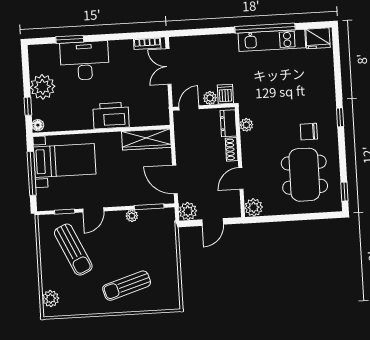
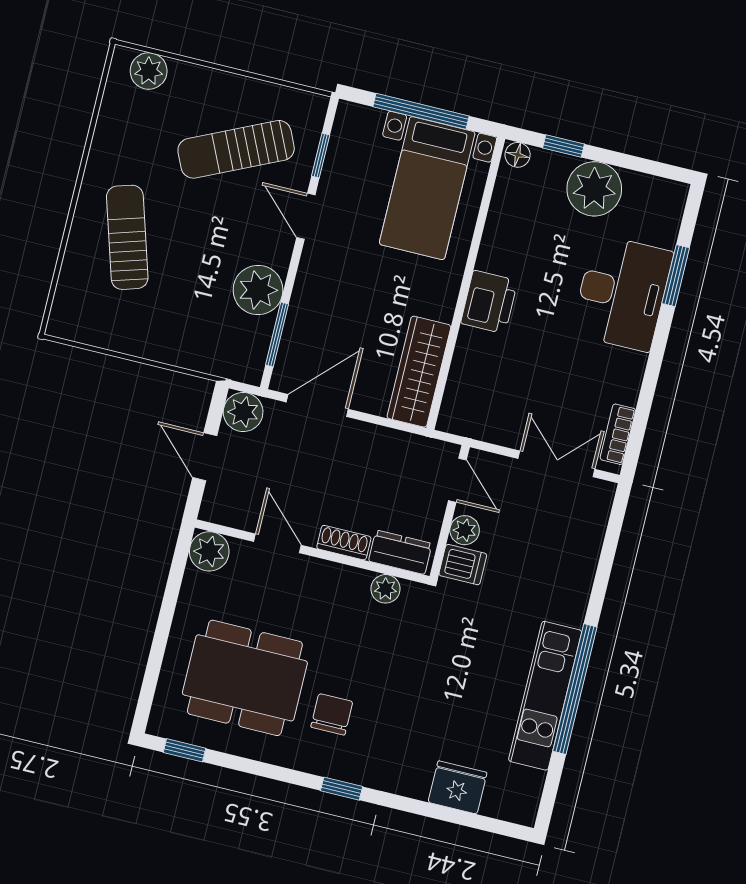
fridge: (318, 38) -> (458, 787), moved, turned 90
printer: (111, 116) -> (489, 302), width x0.73, depth x0.84
plant: (132, 216) -> (258, 290), width x1.88, depth x1.88

